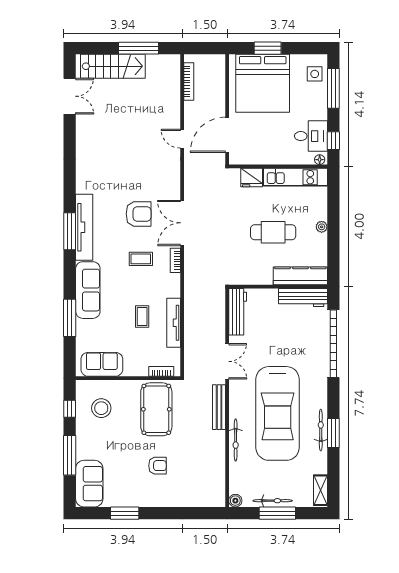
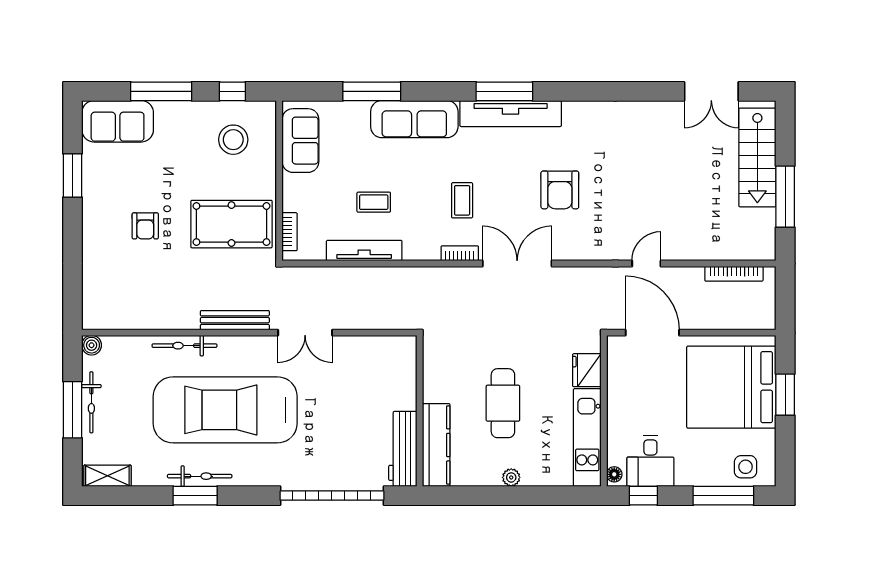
armchair: (139, 214) -> (560, 190), moved
workbench: (238, 312) -> (381, 349), removed

